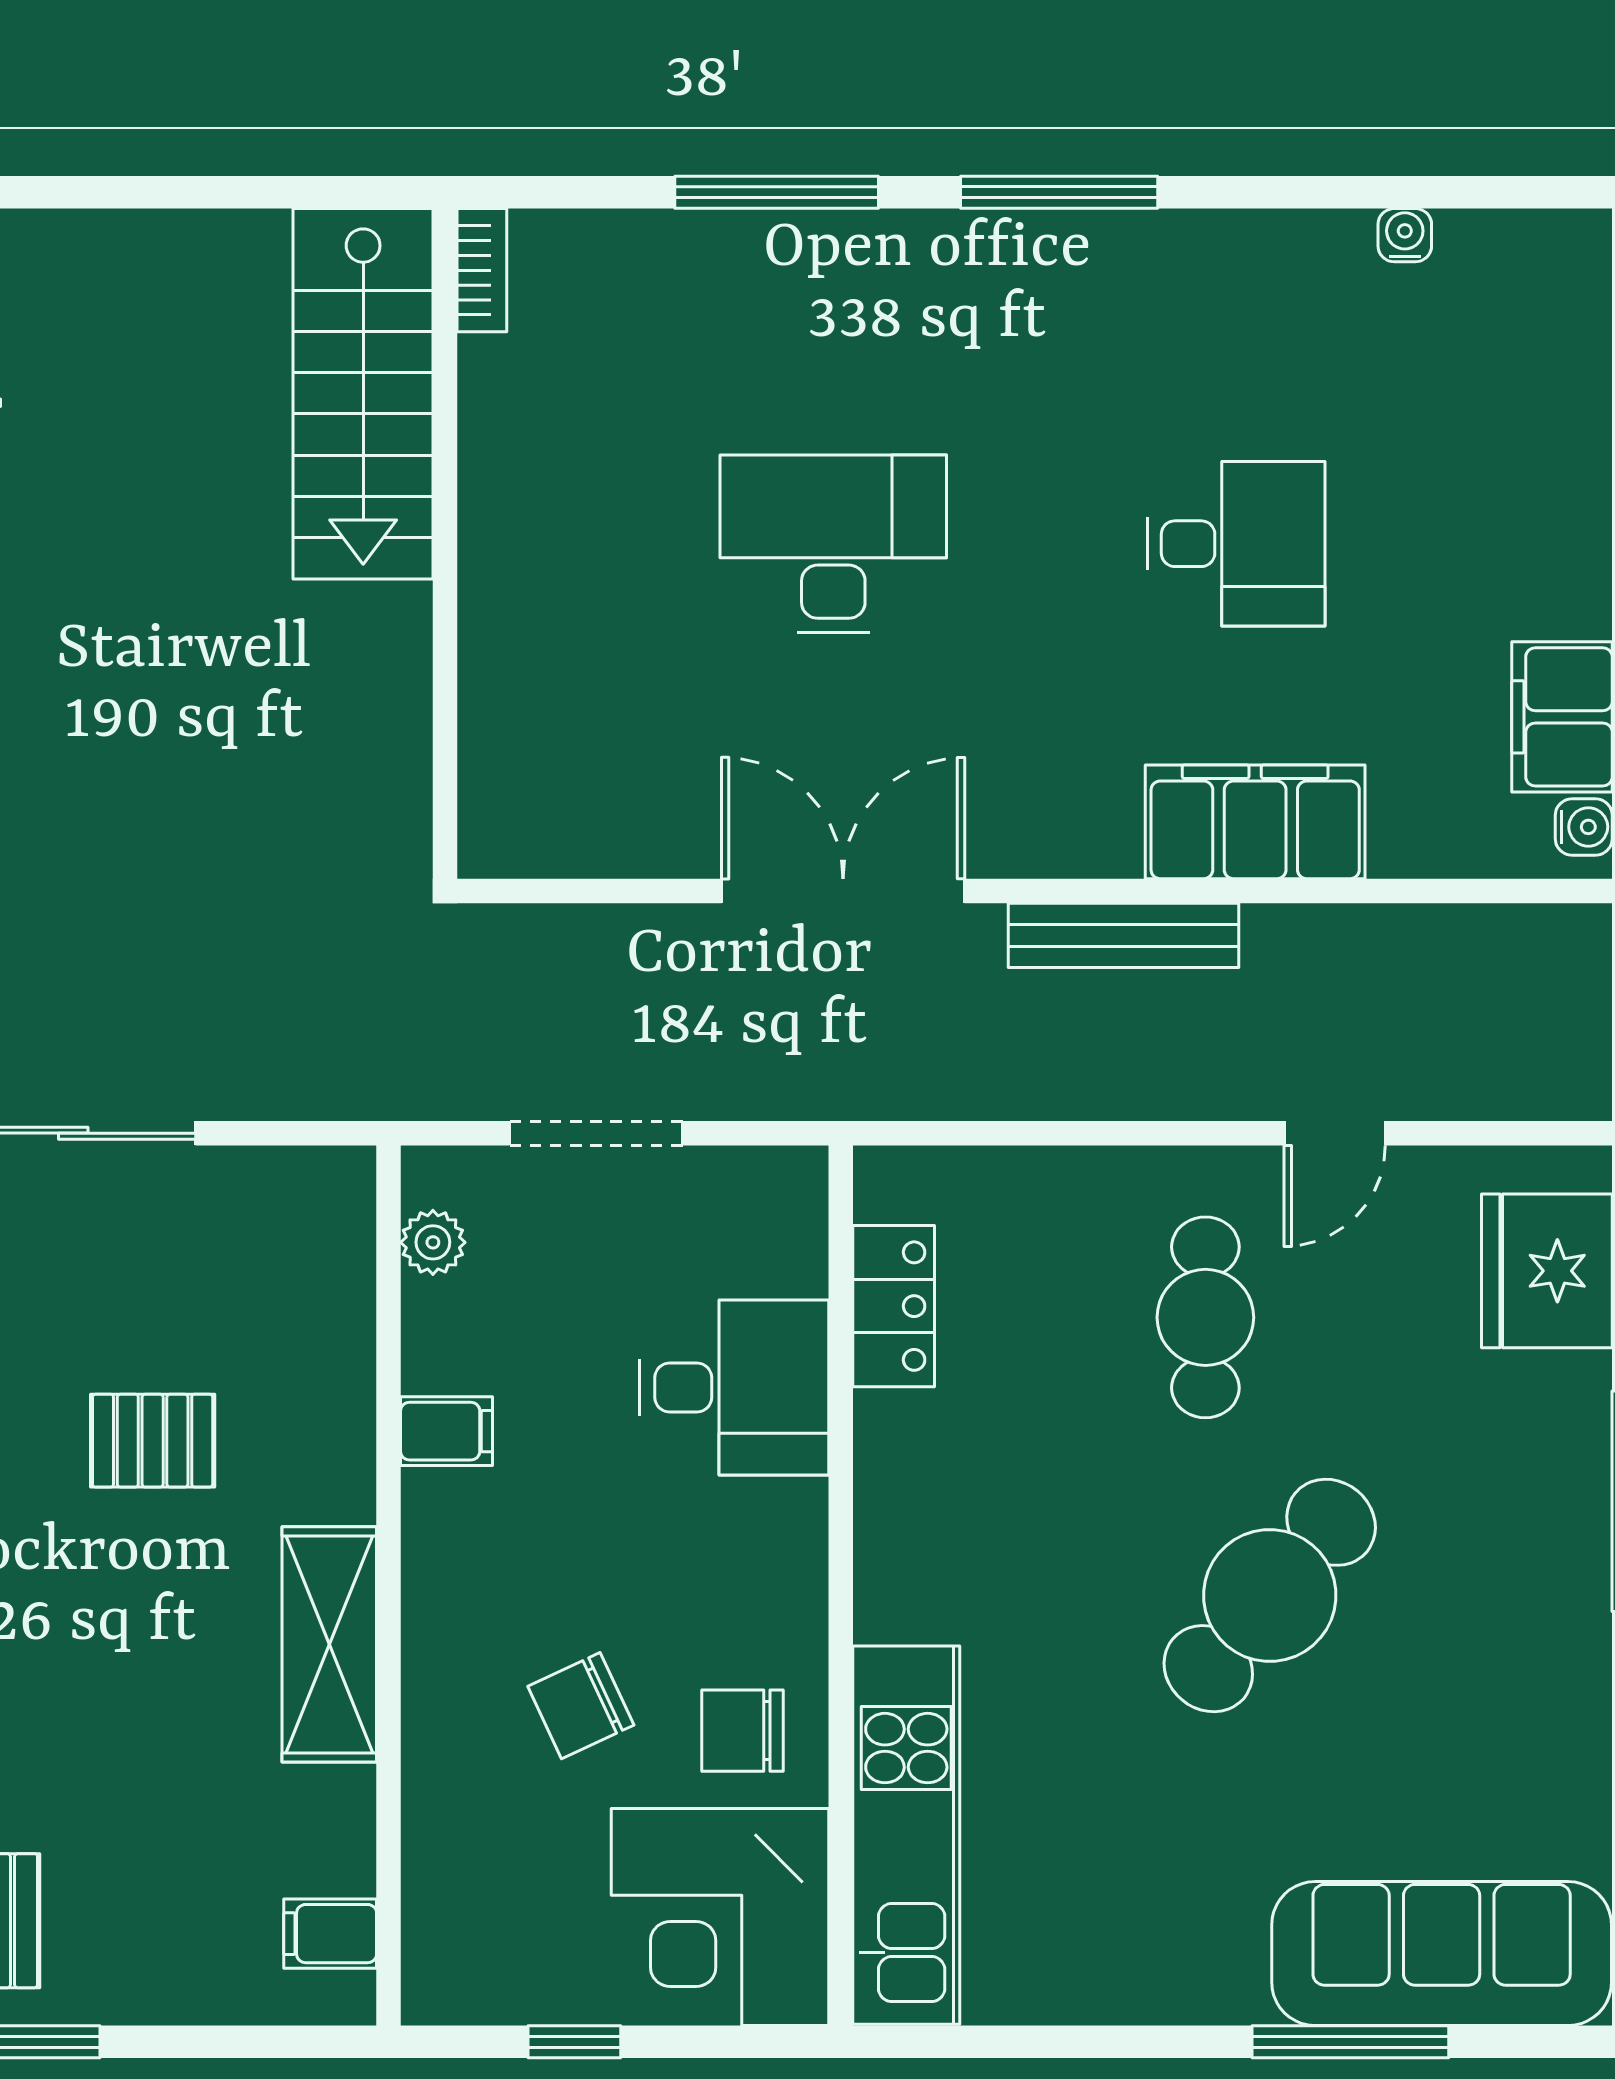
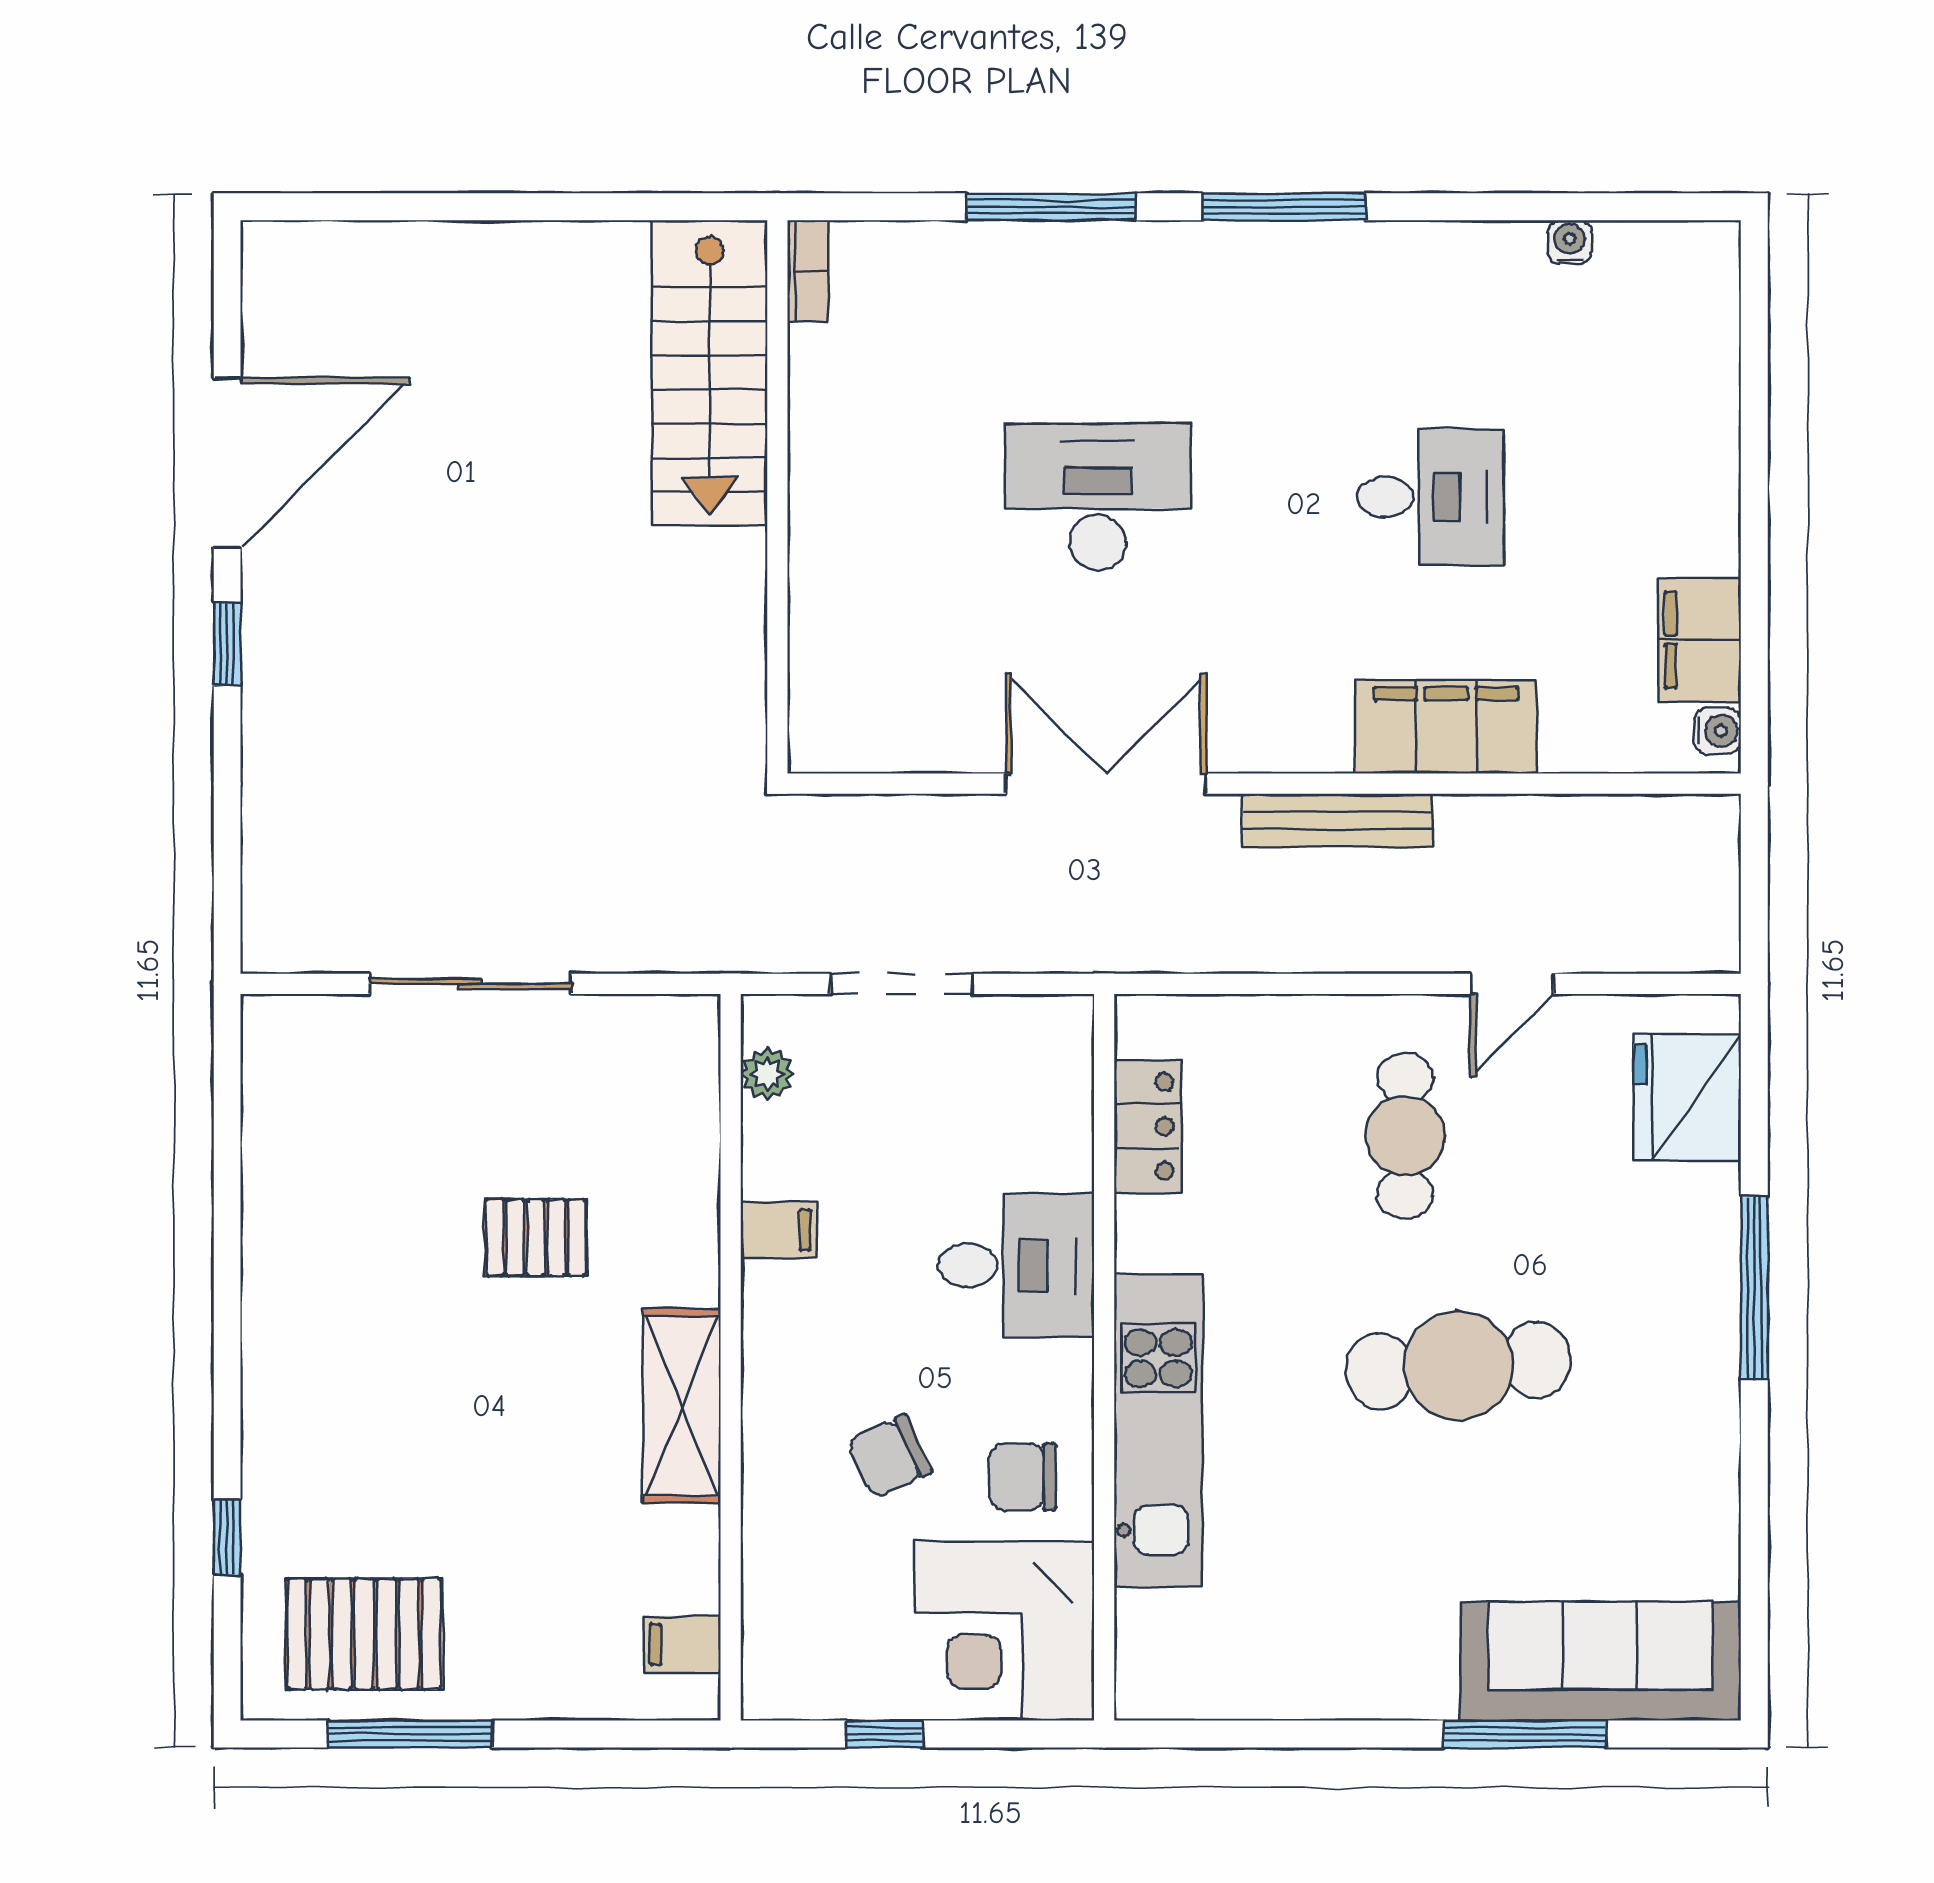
desk: (734, 1388) -> (1016, 1265), moved
cafe table: (1270, 1595) -> (1458, 1365), turned 46
kitchen unit: (906, 1835) -> (1158, 1430), moved

